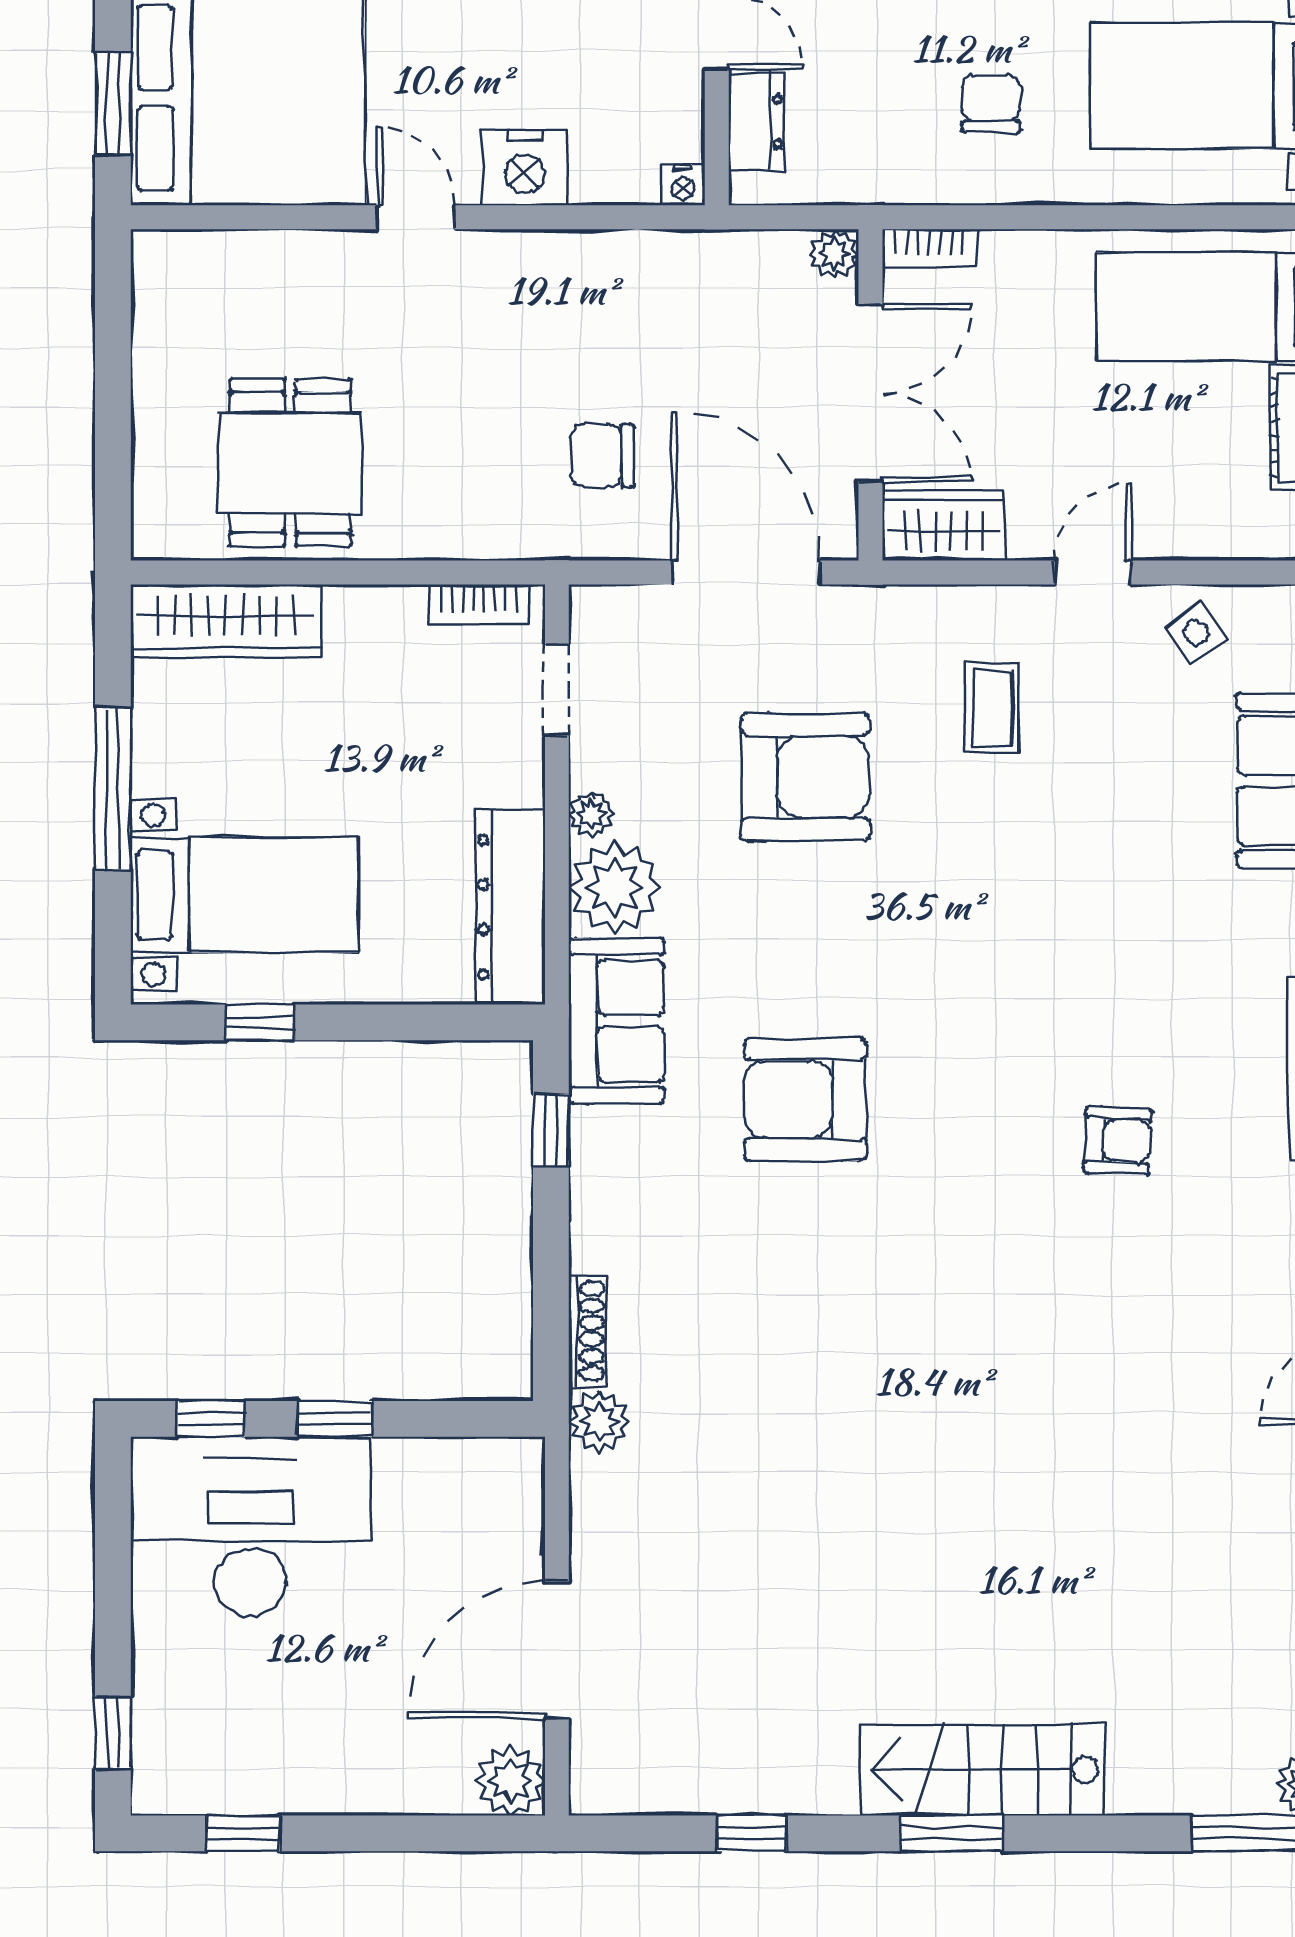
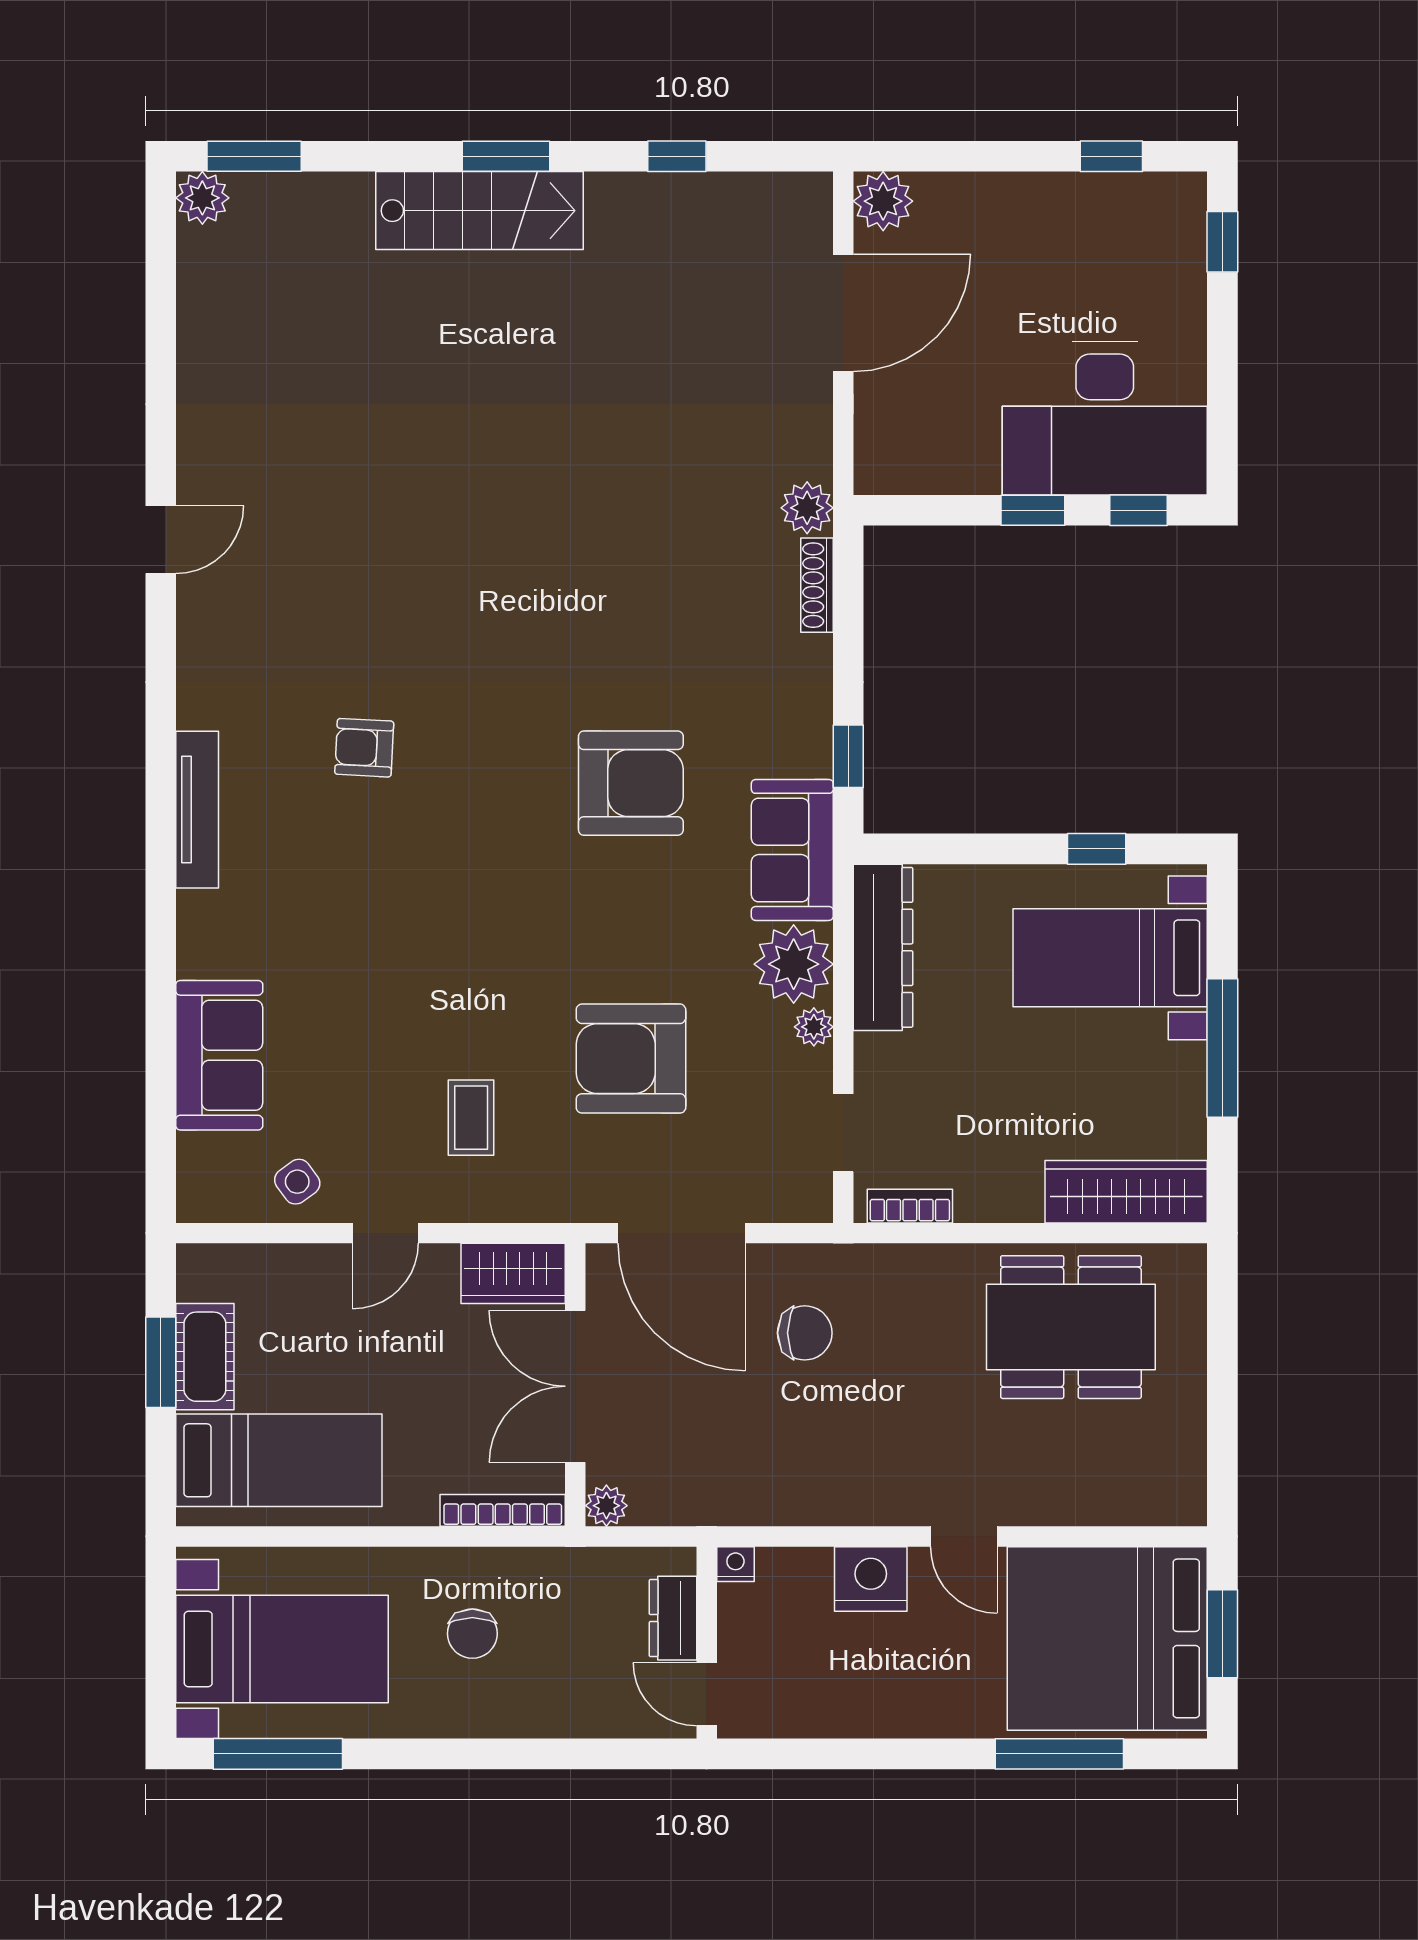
bookcase: (929, 248) -> (503, 1510), width x1.56
dining table: (290, 462) -> (1071, 1327), width x1.38

